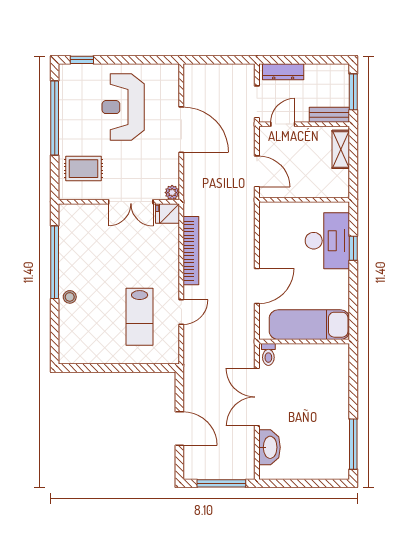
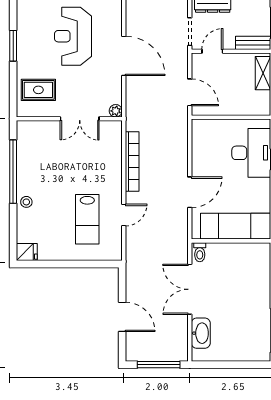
window: (55, 118) -> (13, 46), width x0.47
fridge: (168, 214) -> (27, 252), moved, turned 180

